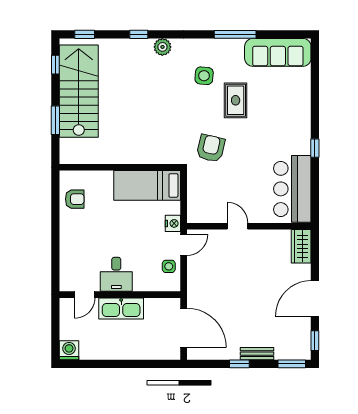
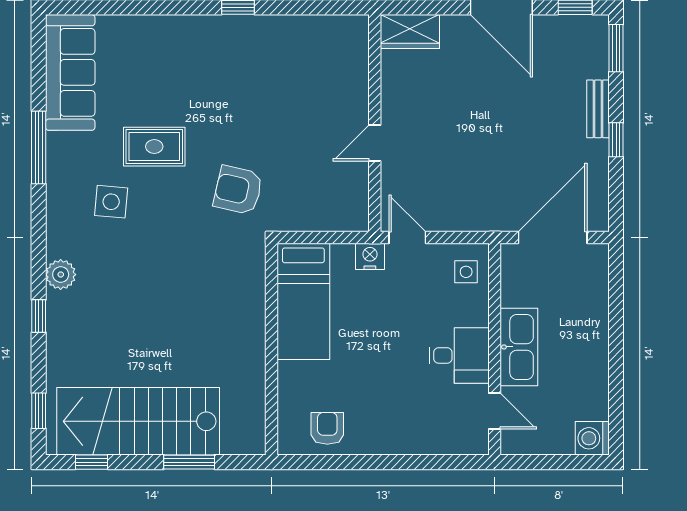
bar counter: (292, 189) -> (309, 47), removed
side table: (169, 266) -> (466, 272), moved

